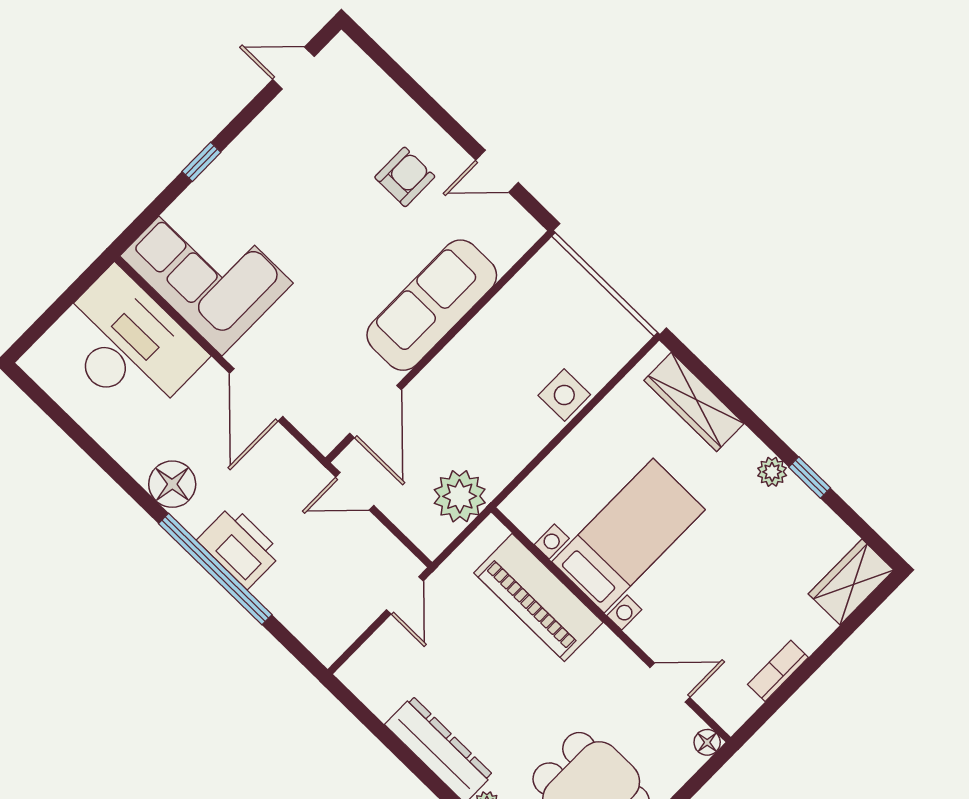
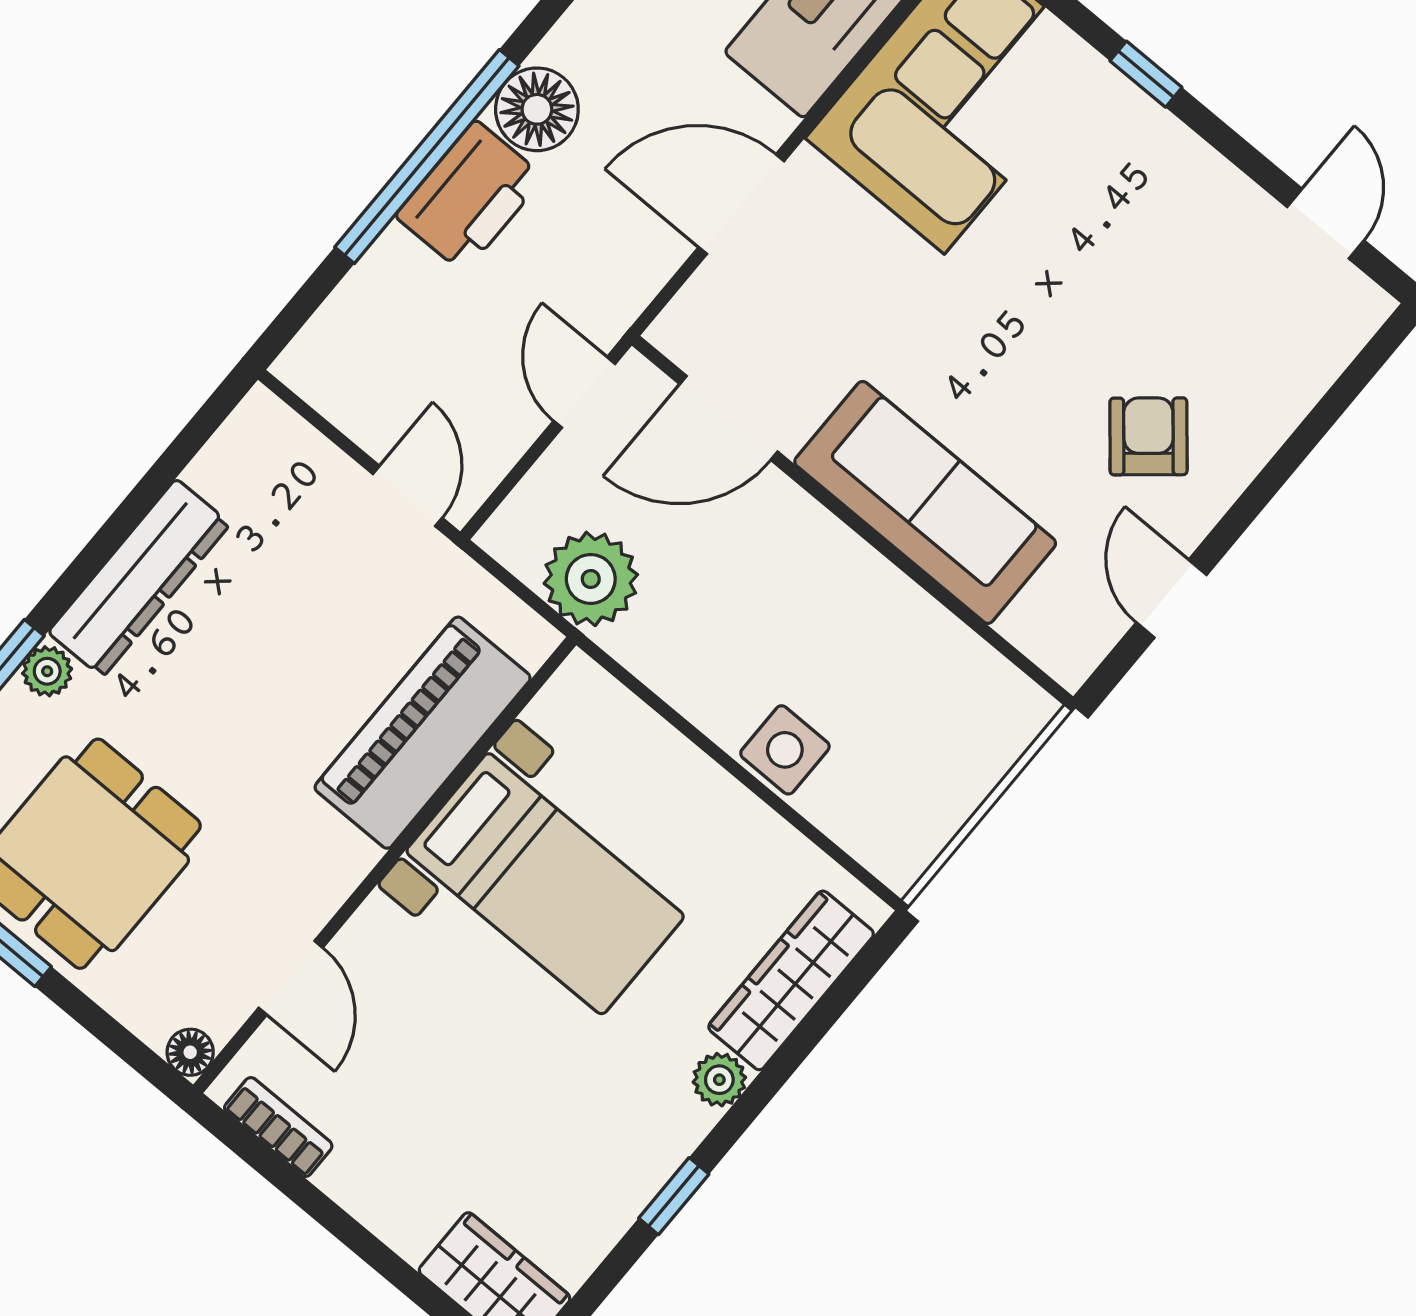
armchair: (405, 177) -> (1148, 436), turned -130
plant: (772, 472) -> (719, 1080), moved
floor lamp: (172, 484) -> (537, 109), moved
door: (405, 595) -> (407, 496), swing flipped
bookcase: (778, 671) -> (278, 1127), moved

